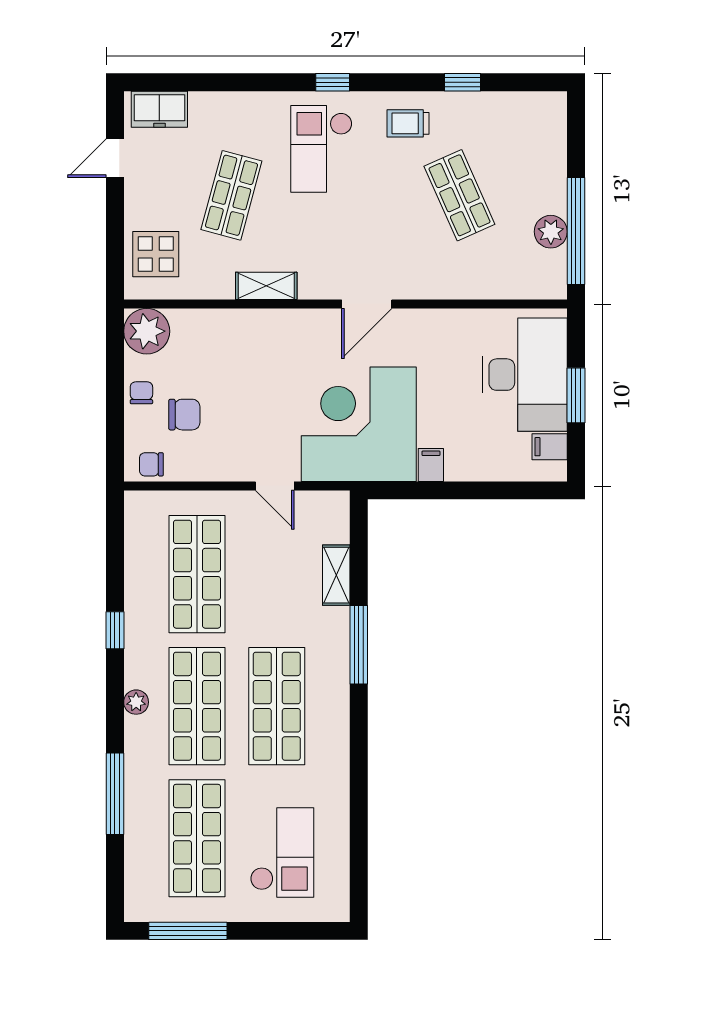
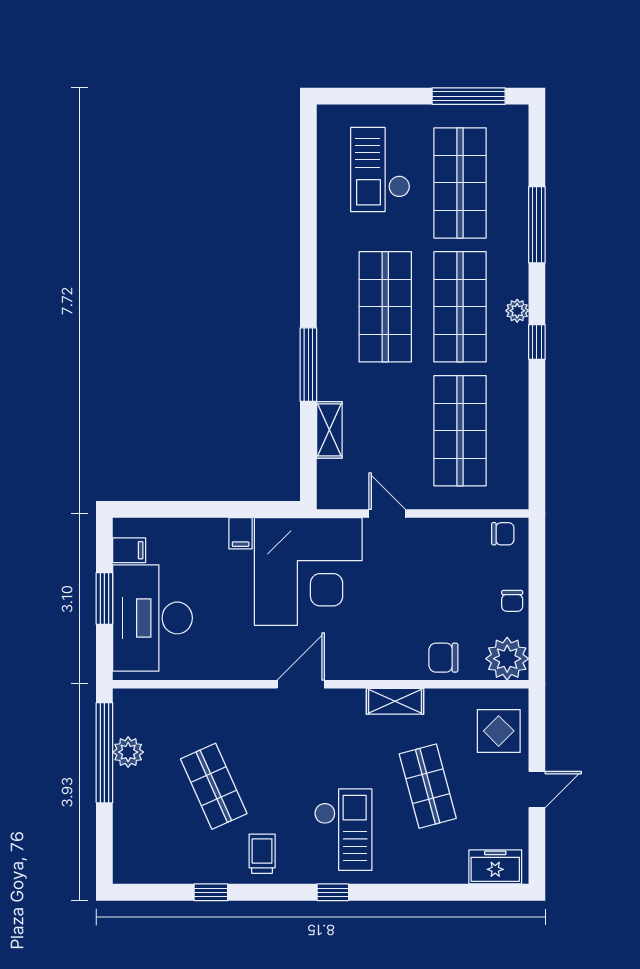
trolley: (408, 123) -> (262, 854), turned -90
door: (115, 158) -> (537, 789), moved
shop shelf: (231, 195) -> (428, 786), turned -30
chair: (184, 415) -> (443, 658), moved
window: (115, 630) -> (537, 342), moved

